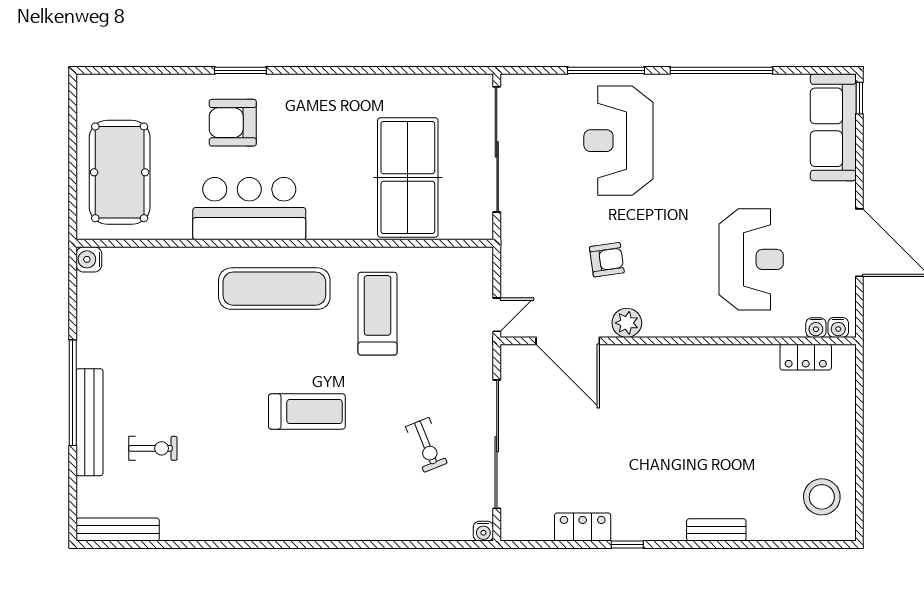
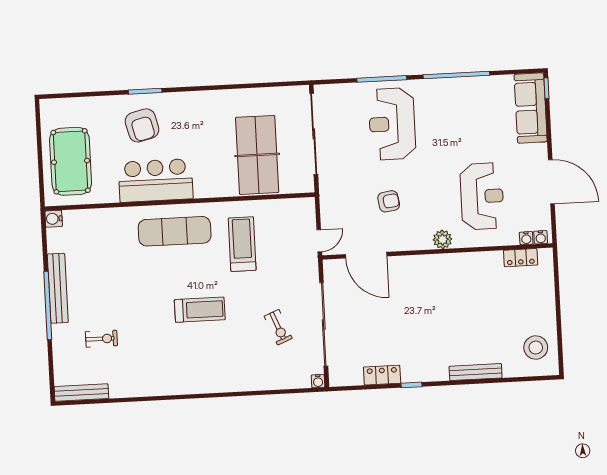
armchair: (233, 123) -> (142, 125), turned -104
plant: (627, 323) -> (442, 239), moved
bench: (90, 422) -> (58, 288), moved
bench: (716, 530) -> (476, 372), width x1.36

